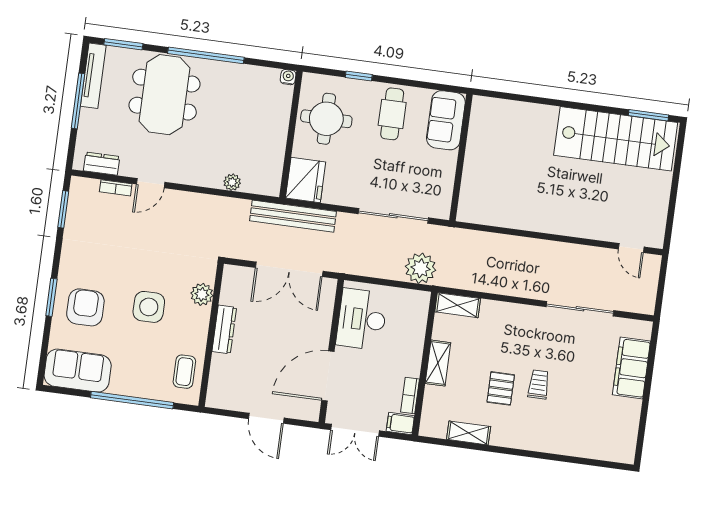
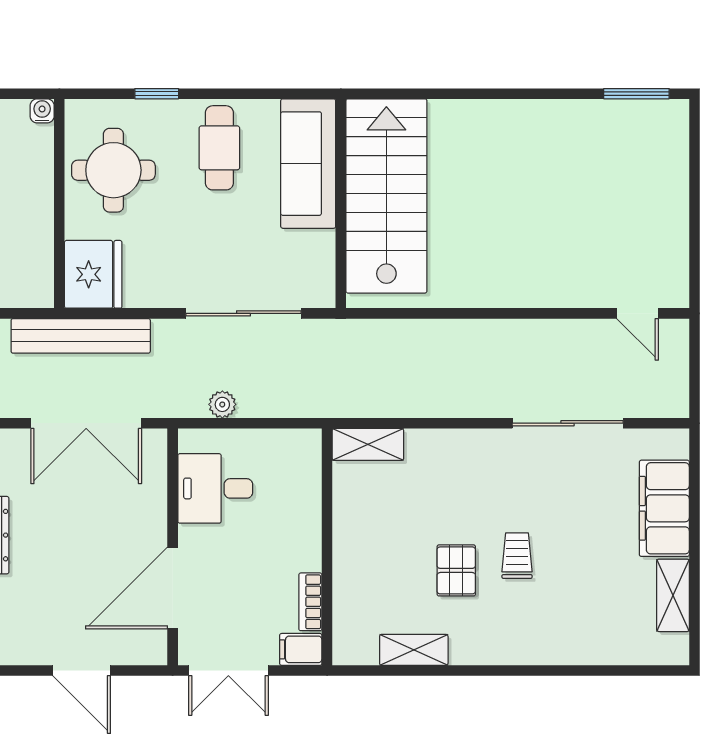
sofa: (446, 120) -> (308, 164), width x1.36
stairs: (616, 139) -> (386, 196), moved, turned -90
plant: (421, 268) -> (222, 404), moved, width x0.53, depth x0.53
desk: (362, 319) -> (215, 488), width x0.73
shelving: (438, 363) -> (673, 595), moved

